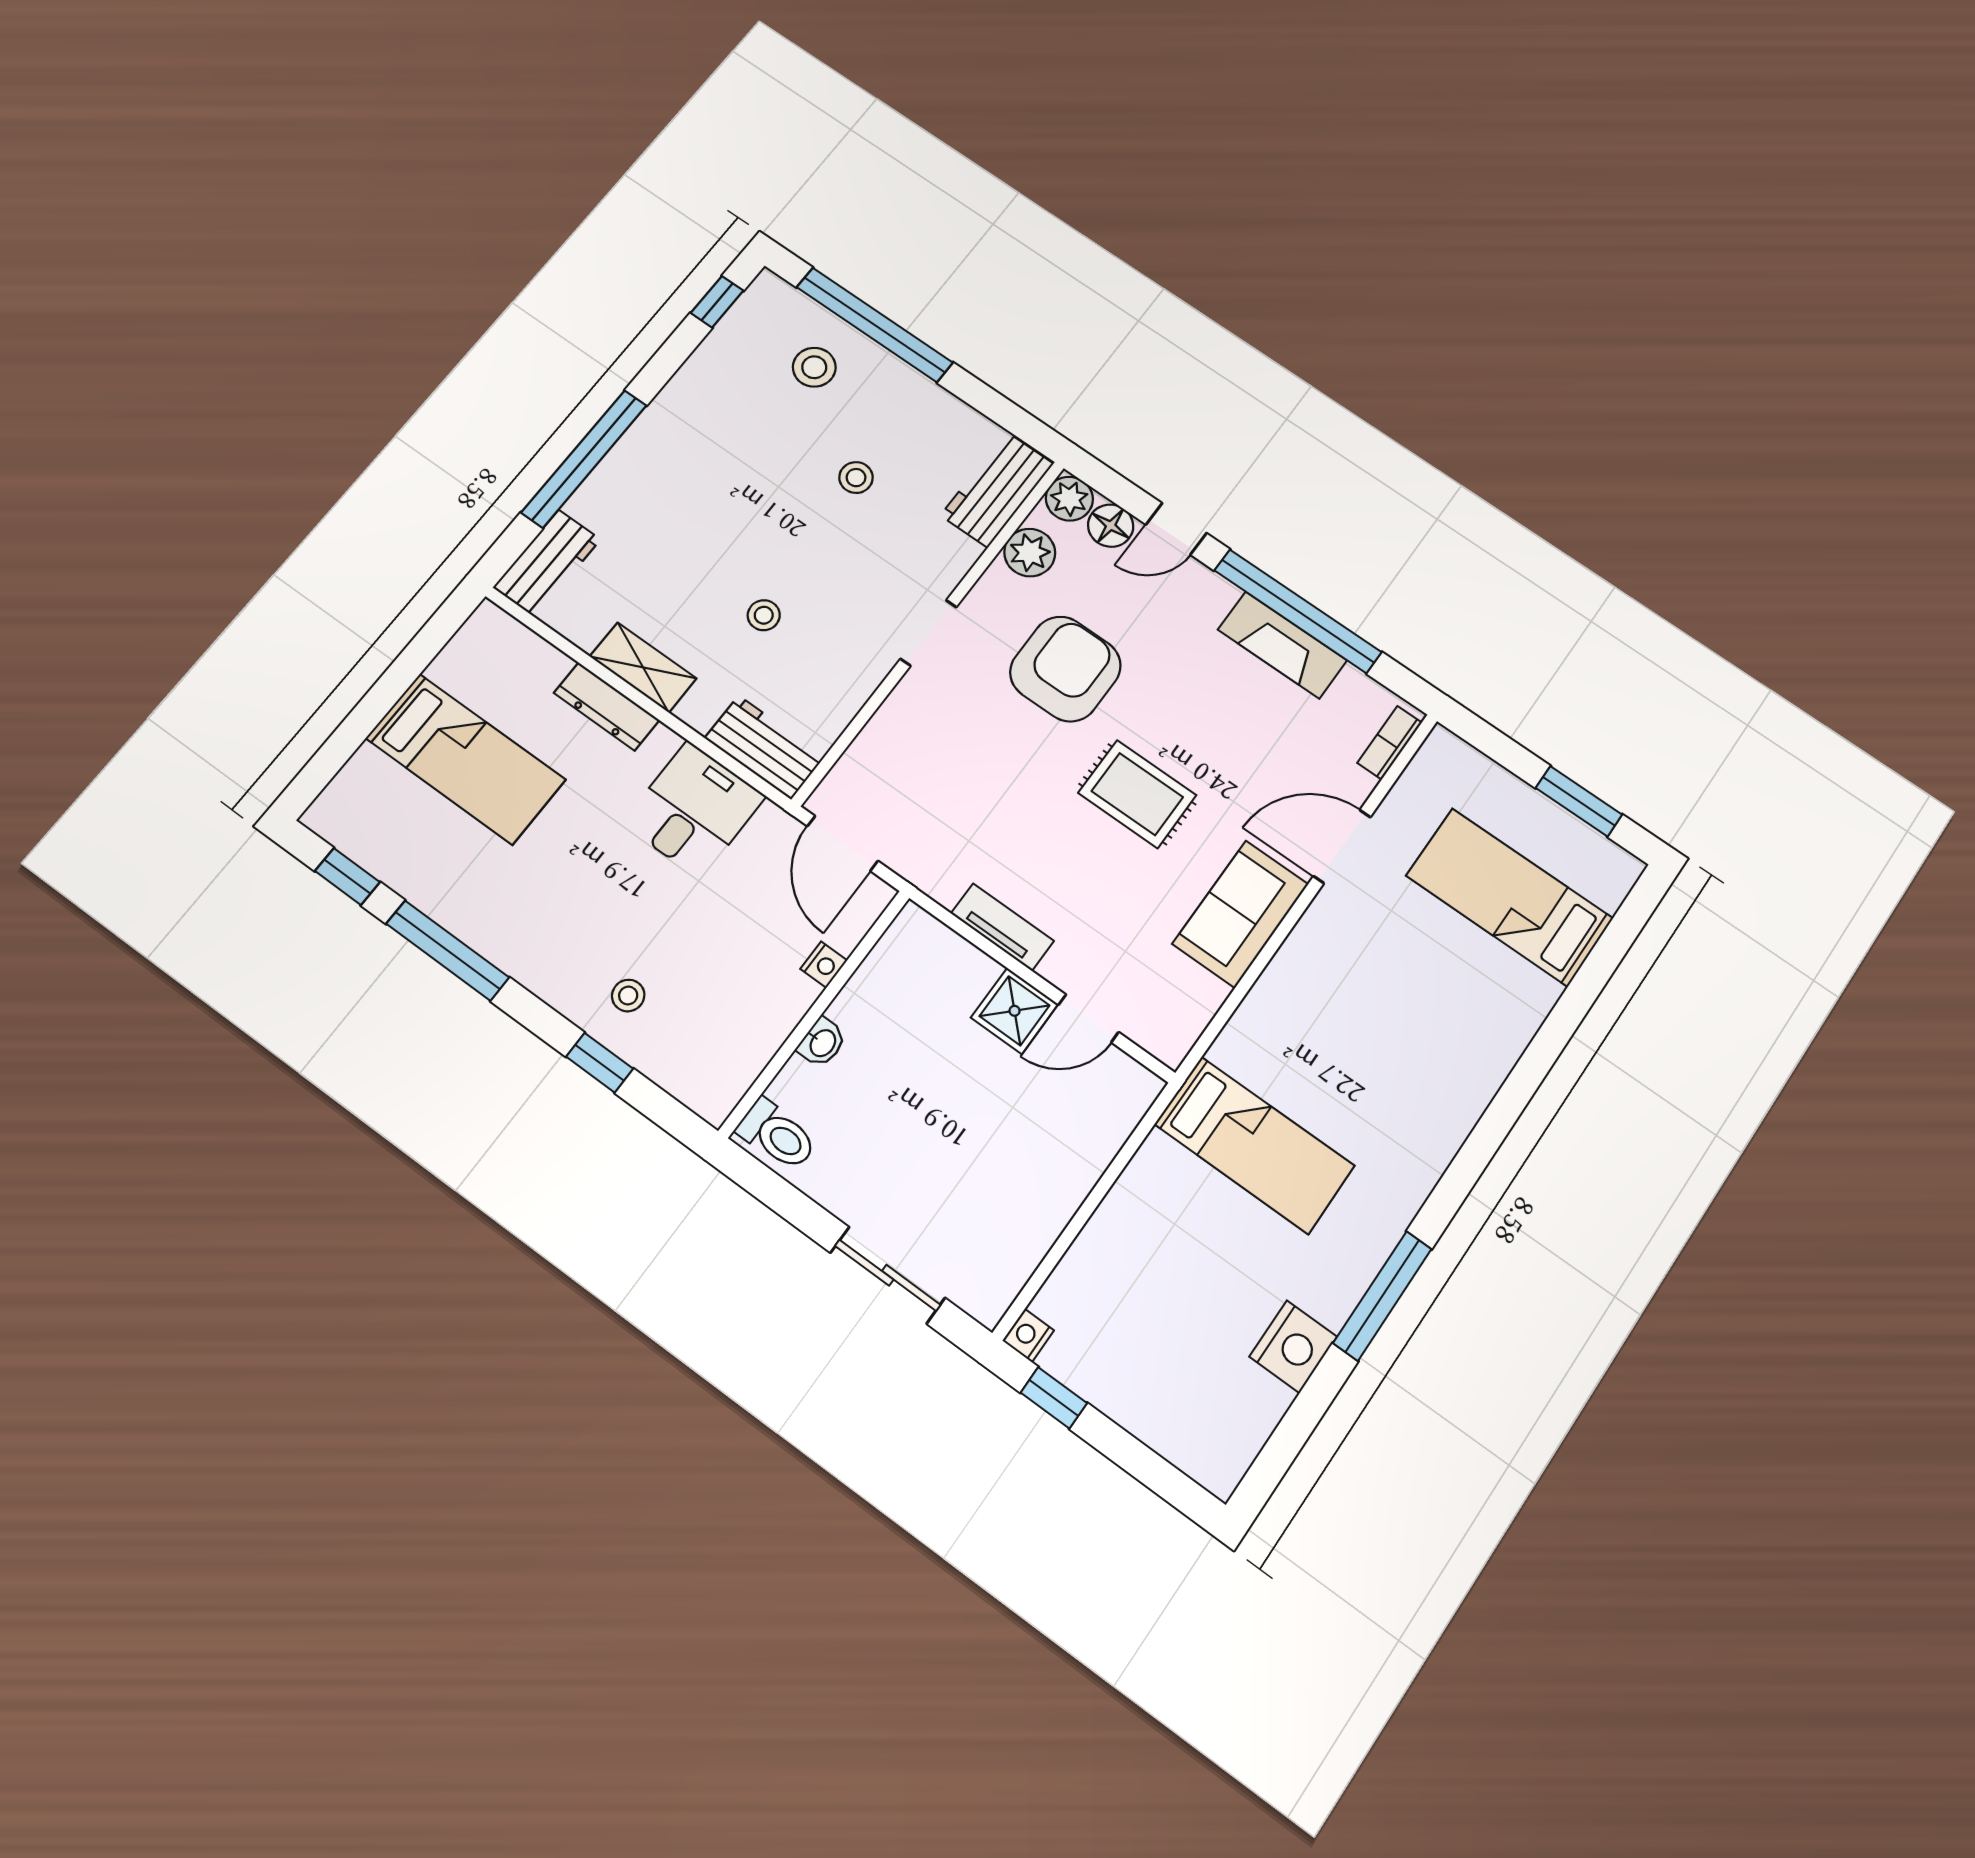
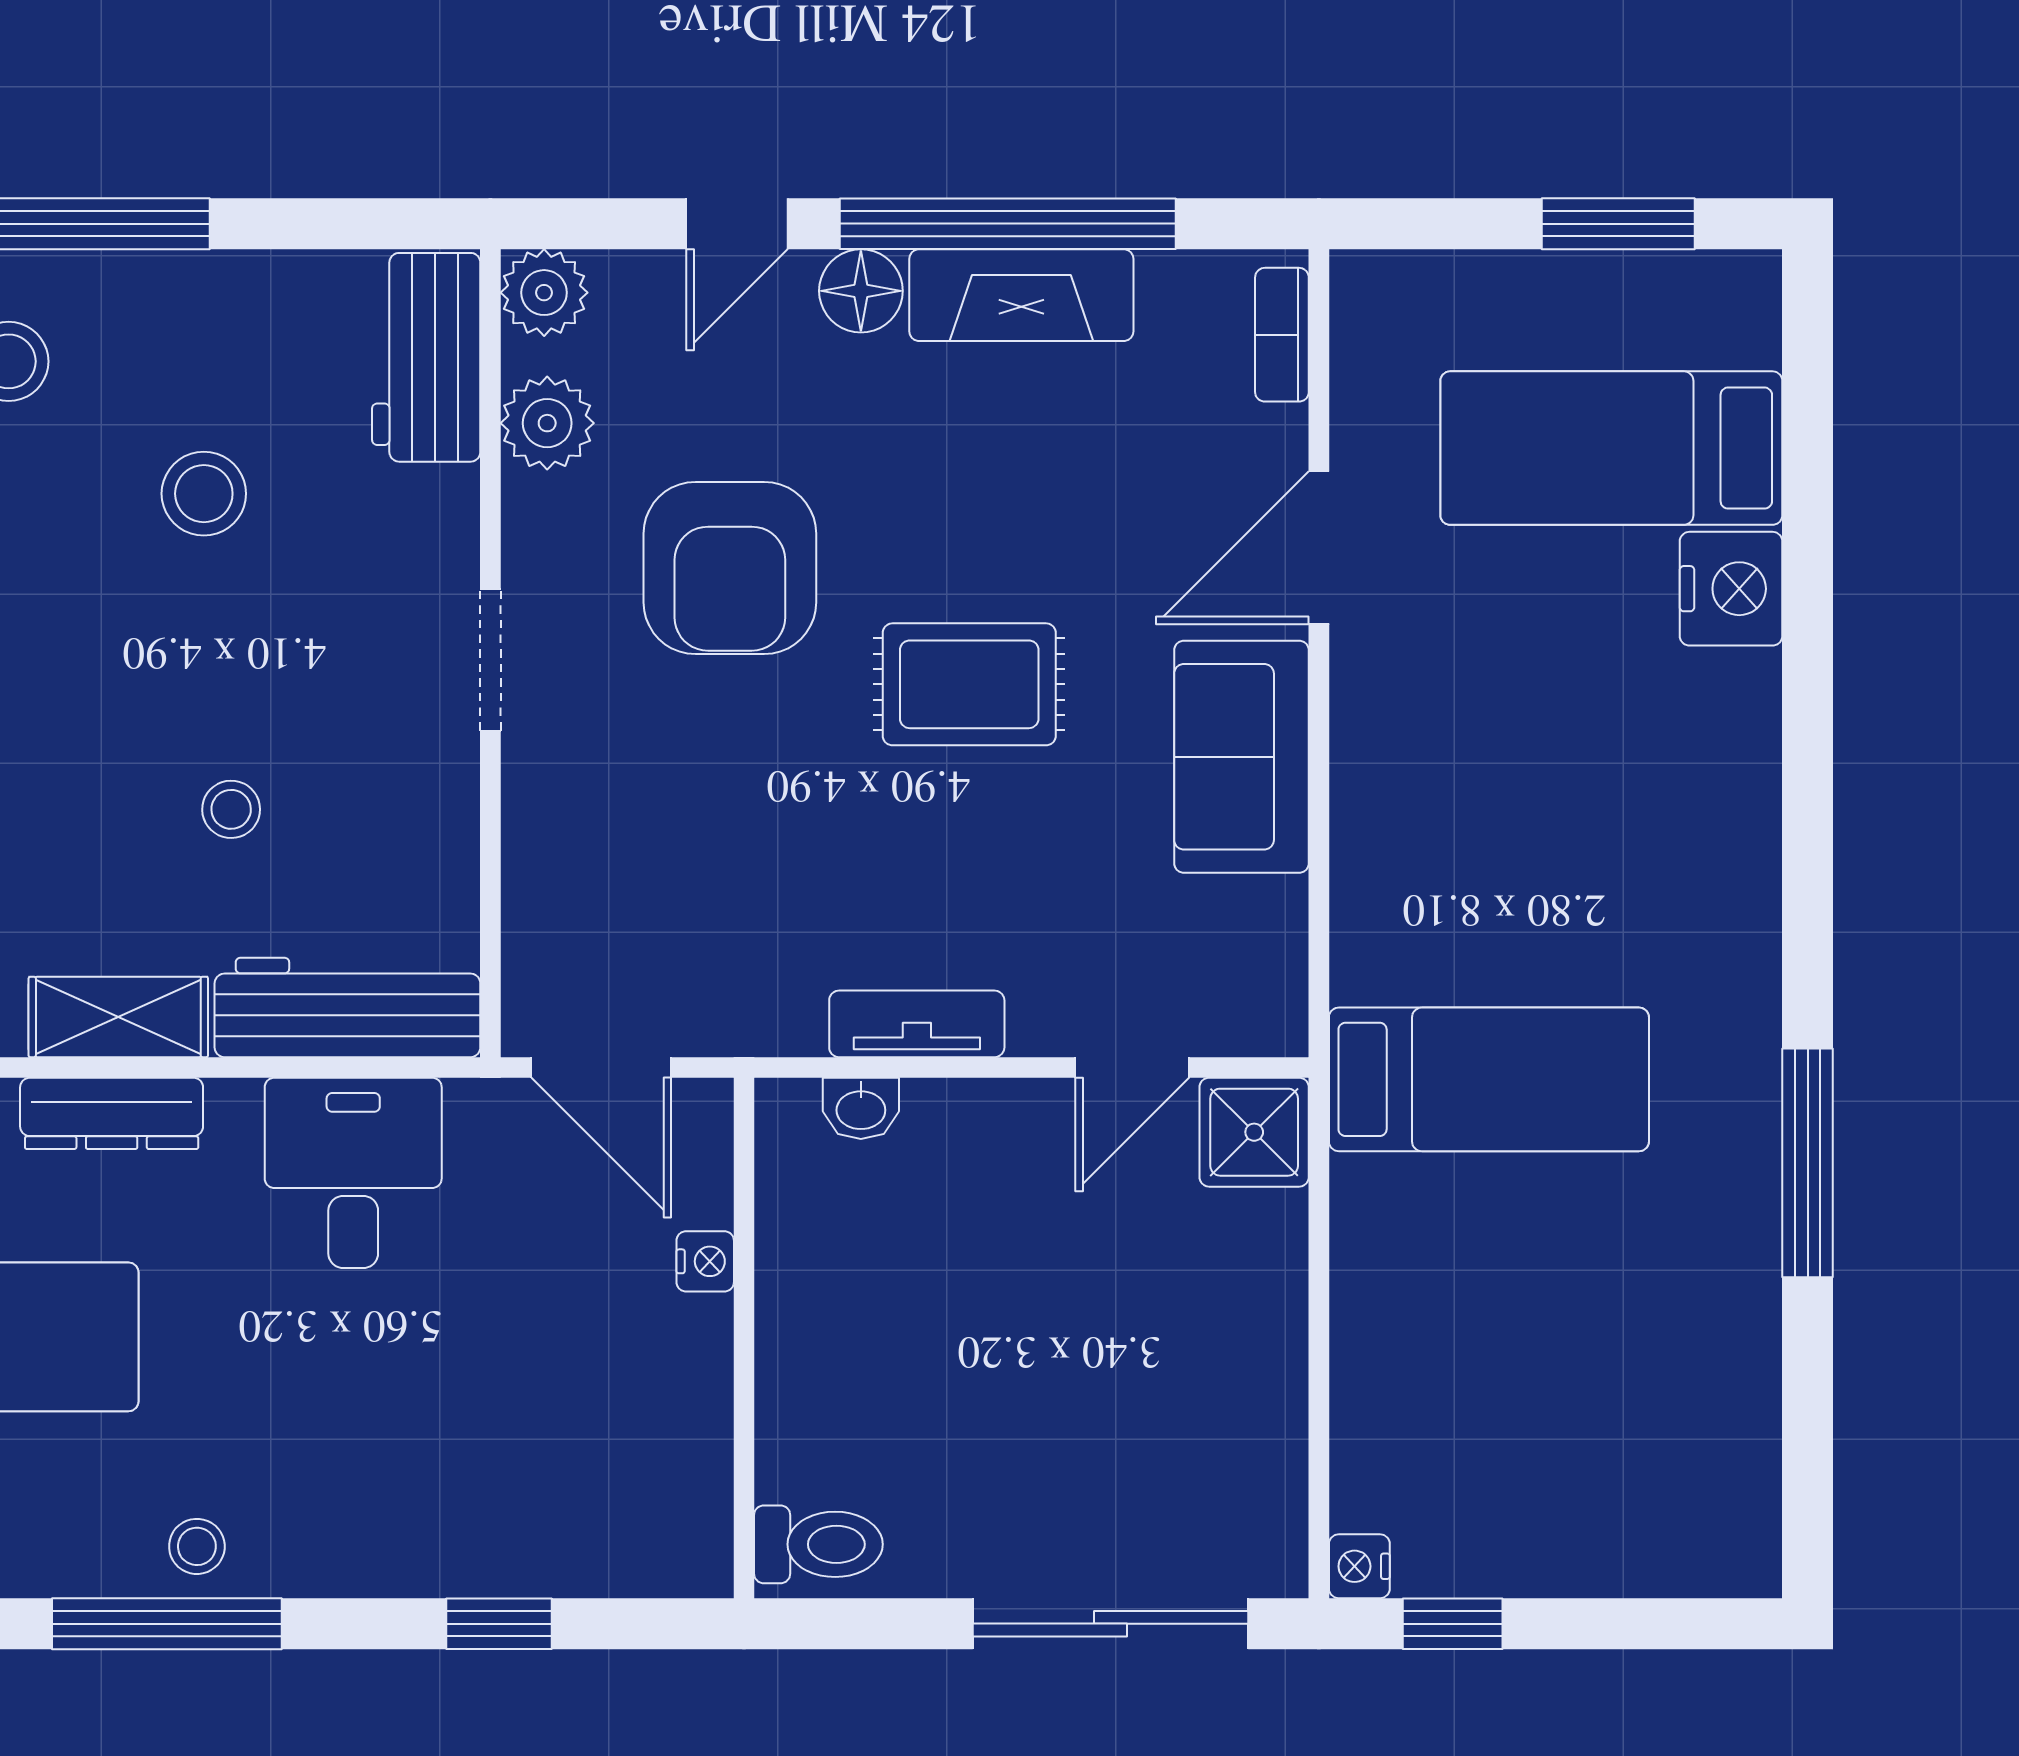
stool: (856, 478) -> (204, 494), width x1.37, depth x1.37
floor lamp: (1111, 526) -> (861, 291), moved
armchair: (1065, 669) -> (730, 568), turned 180
workbench: (765, 747) -> (347, 1007), width x1.38
stool: (628, 996) -> (197, 1546), moved
shower: (1015, 1011) -> (1254, 1132), moved
washbasin: (822, 1043) -> (861, 1108), moved, turned 90
sliding door: (888, 1275) -> (1110, 1624), width x1.37
nightstand: (1293, 1347) -> (1731, 589), moved

